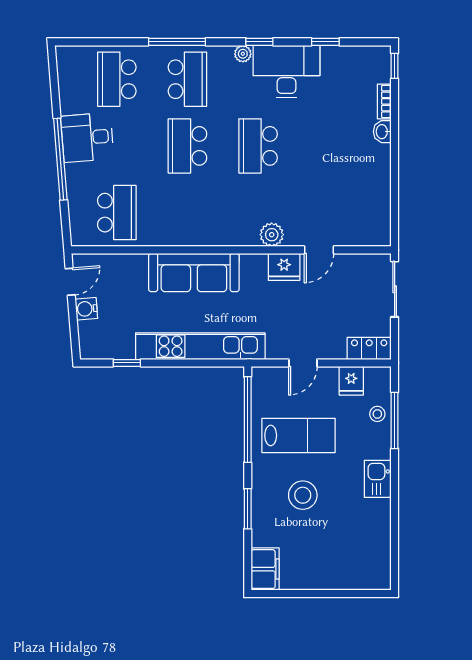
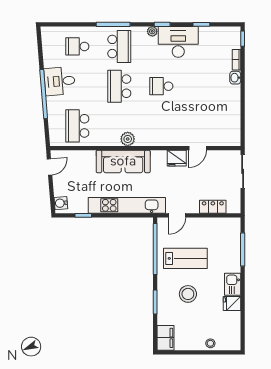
school desk: (117, 79) -> (77, 46), width x0.54
school desk: (258, 146) -> (161, 86), width x0.54
school desk: (117, 213) -> (77, 126), turned 180
plant: (272, 235) -> (128, 139), moved
water cooler: (86, 309) -> (61, 203), moved
locker: (369, 348) -> (213, 207), moved
door: (303, 363) -> (177, 215), moved
fridge: (351, 381) -> (232, 304), moved, turned 90
stool: (377, 414) -> (210, 343), moved

